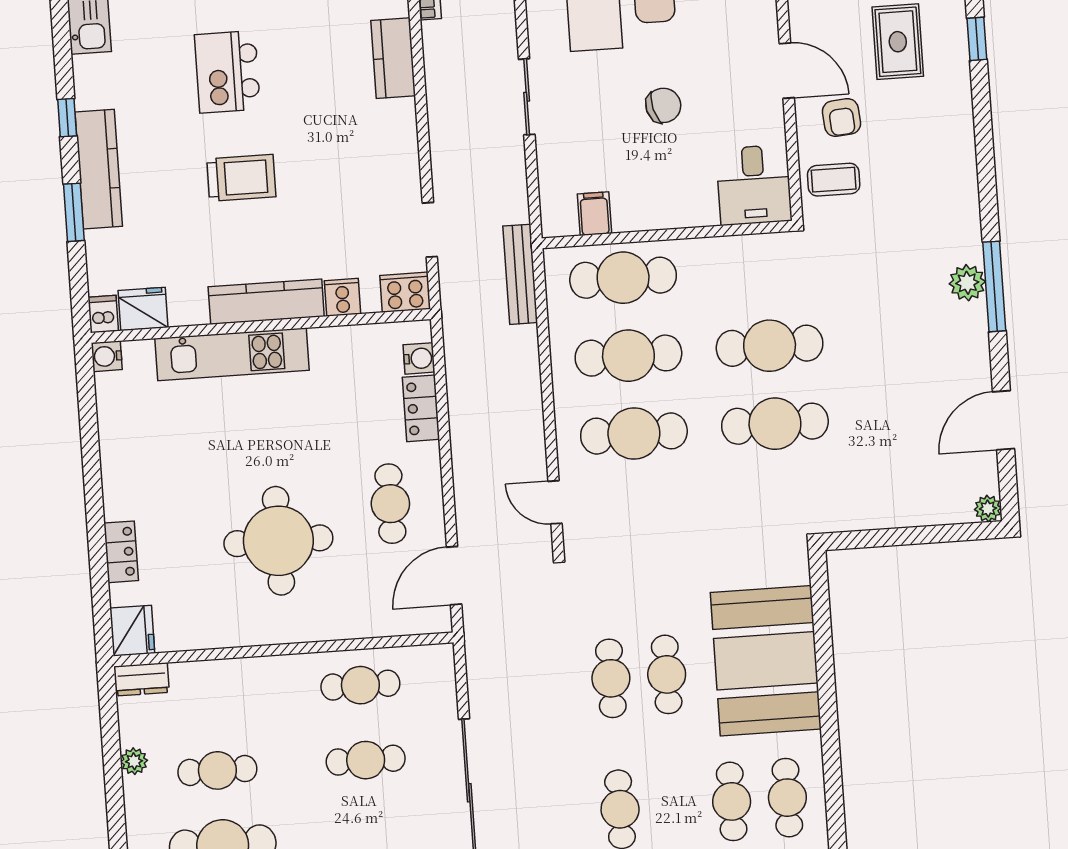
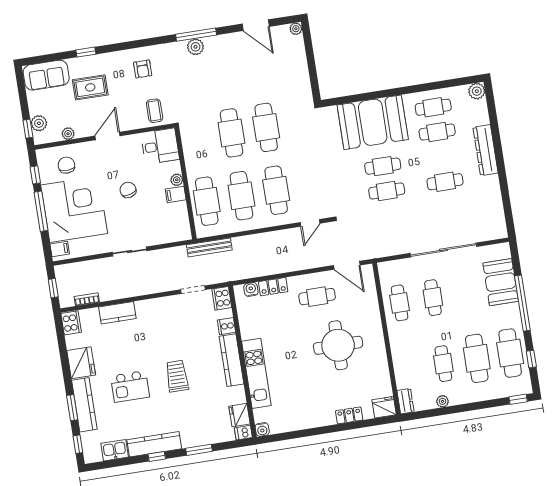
armchair: (841, 118) -> (143, 69), moved, turned 95
kitchen counter: (99, 169) -> (154, 444), moved
filing cabinet: (594, 214) -> (176, 194), moved
plant: (676, 215) -> (177, 180), added

